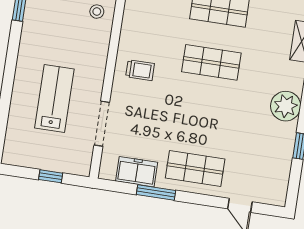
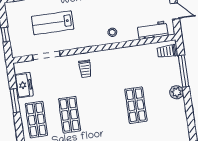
shop shelf: (211, 62) -> (70, 115), moved
lab bench: (54, 98) -> (53, 23), turned 180

